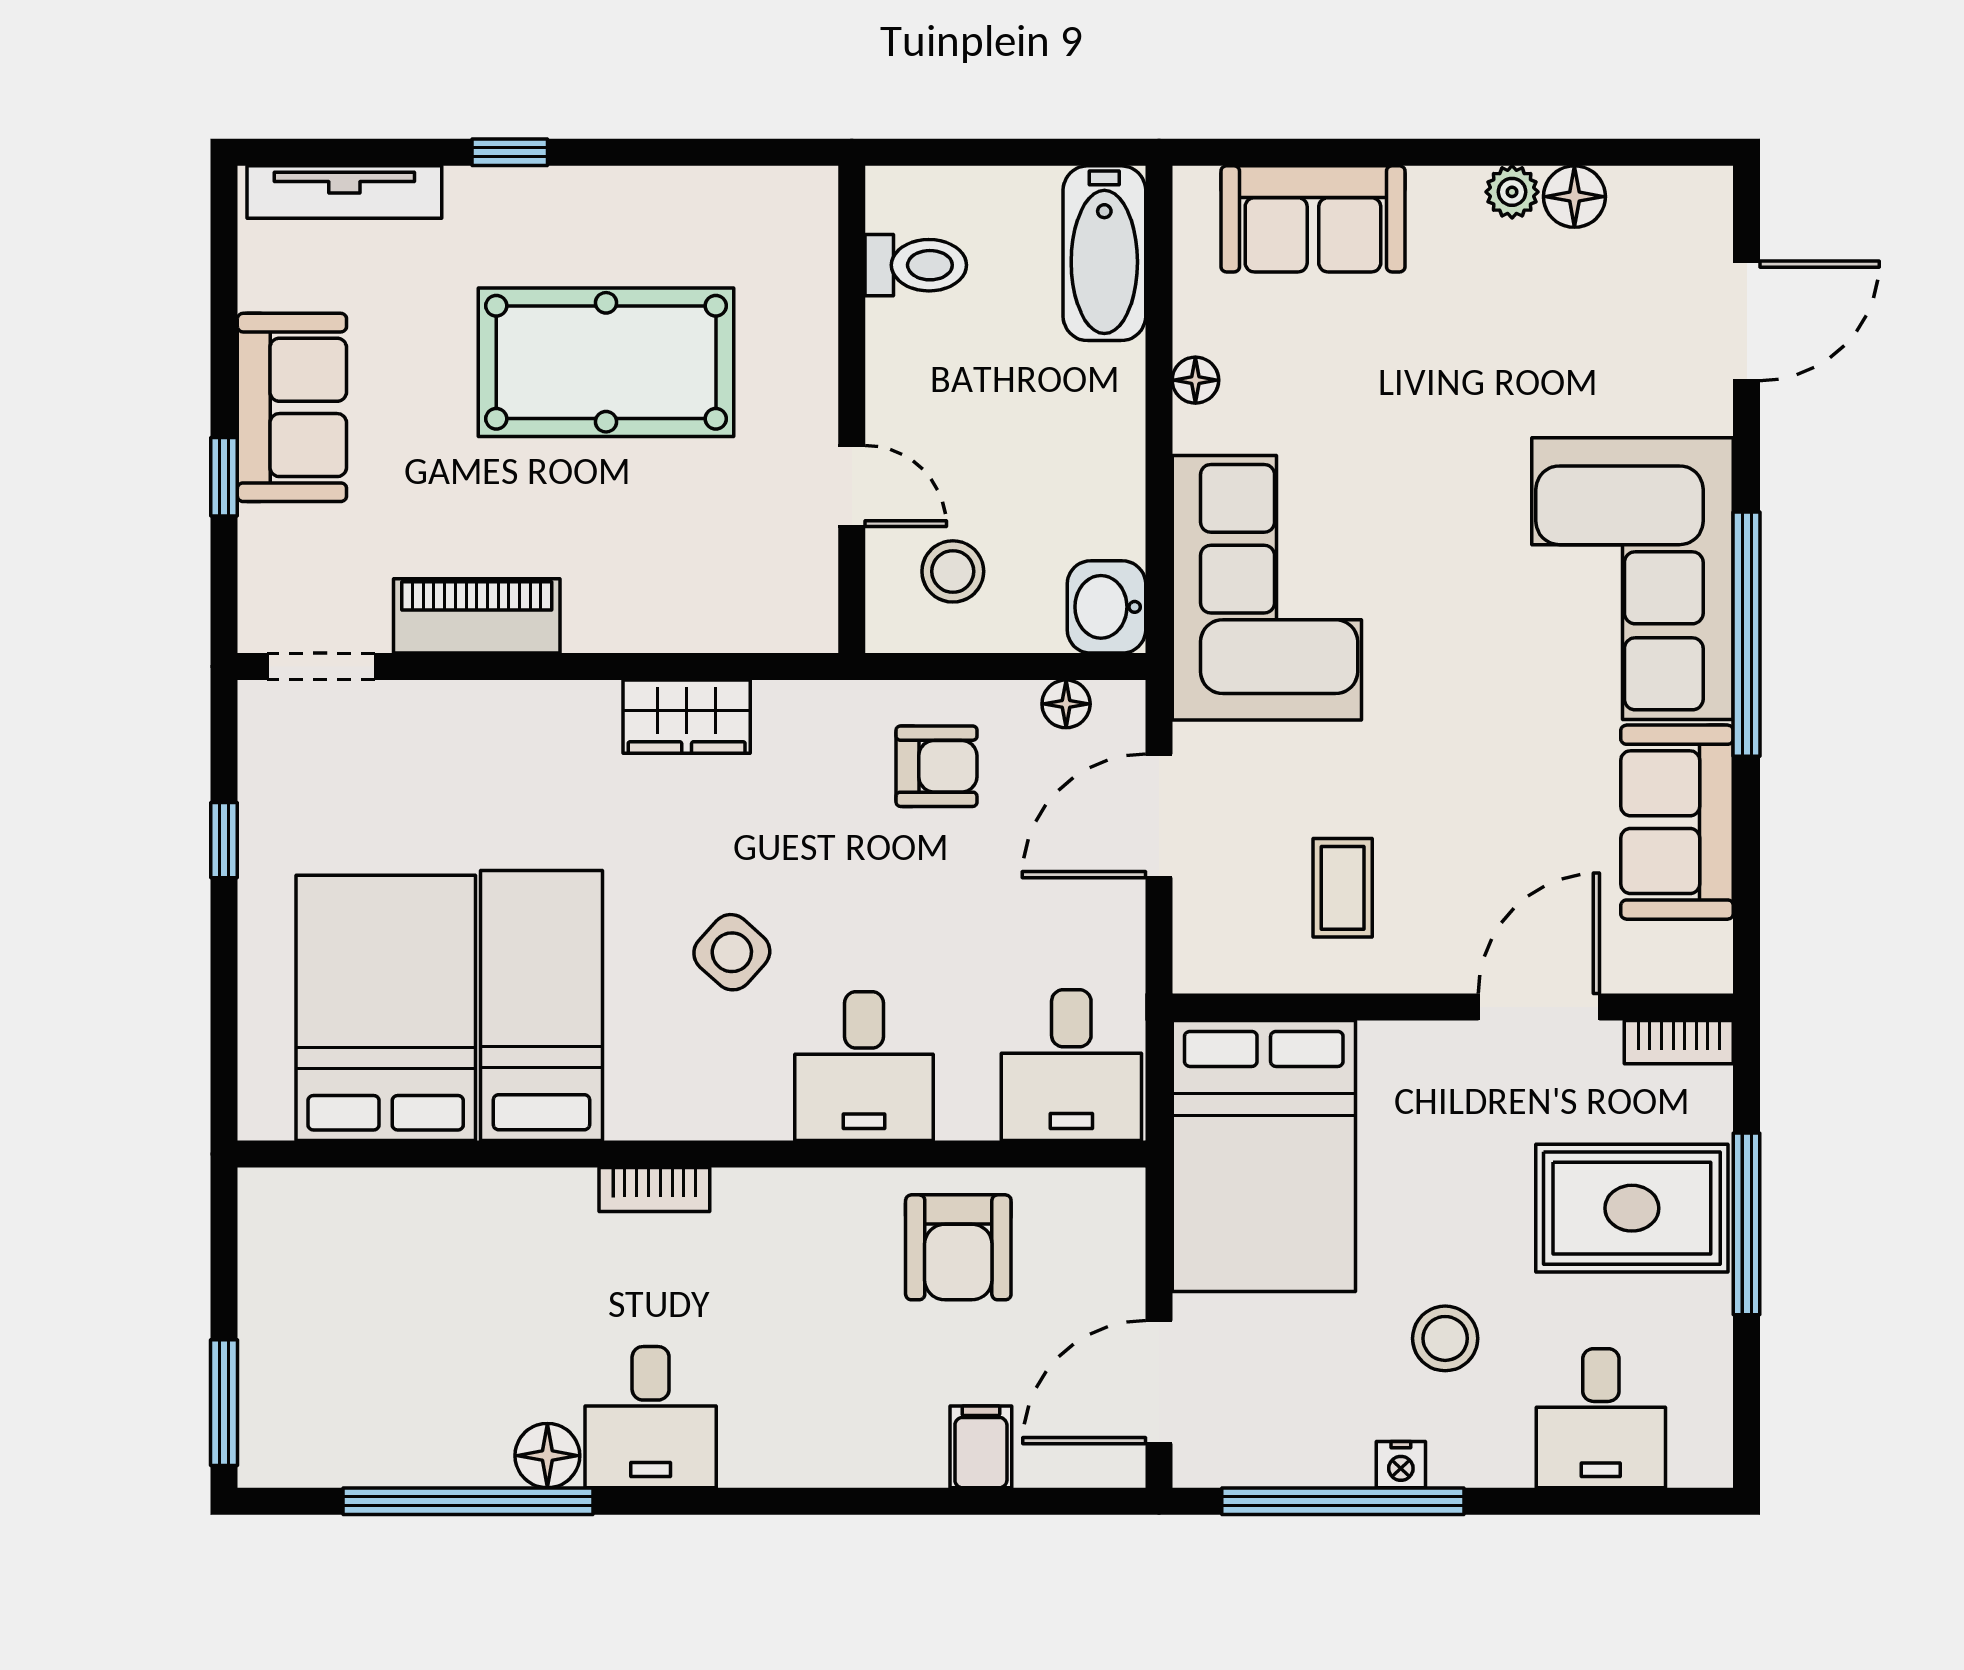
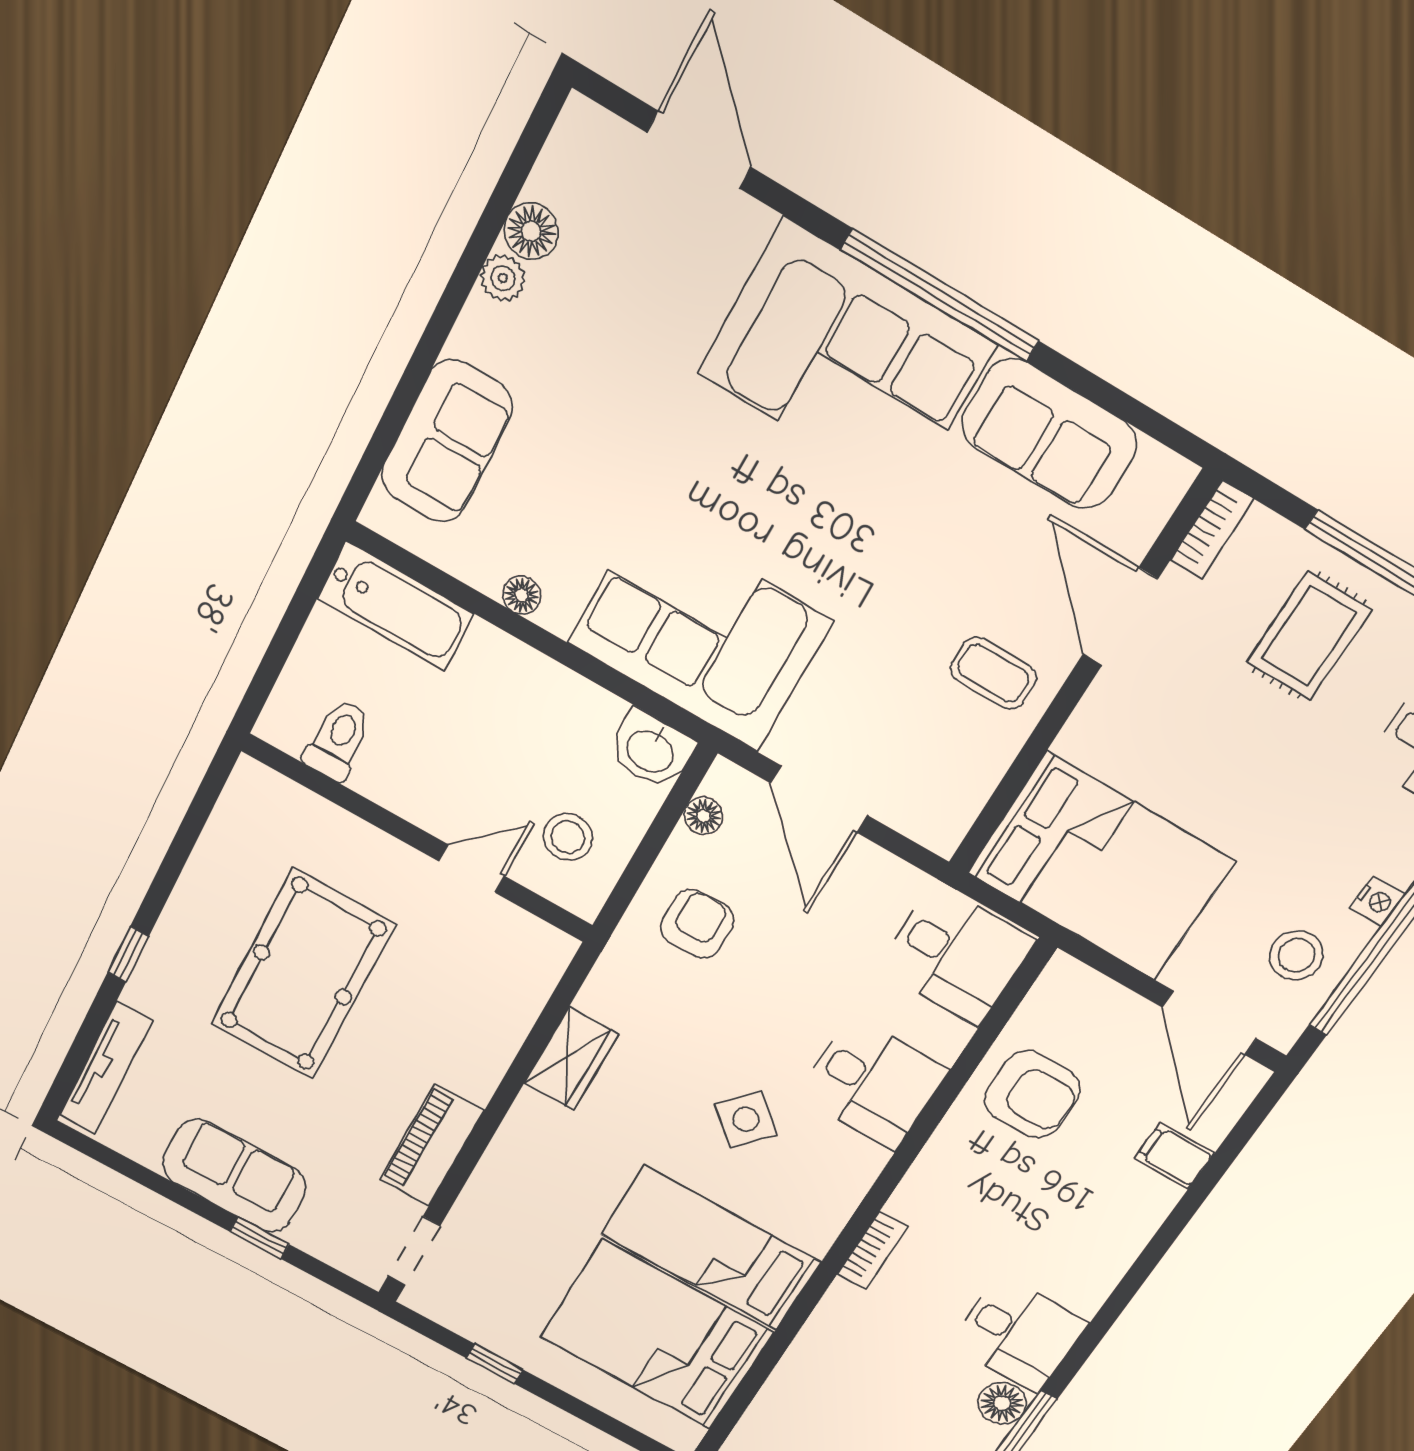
coffee table: (1343, 888) -> (993, 673), moved
rug: (1632, 1208) -> (1309, 636), width x0.73, depth x0.70
stool: (1445, 1338) -> (1296, 955), moved

